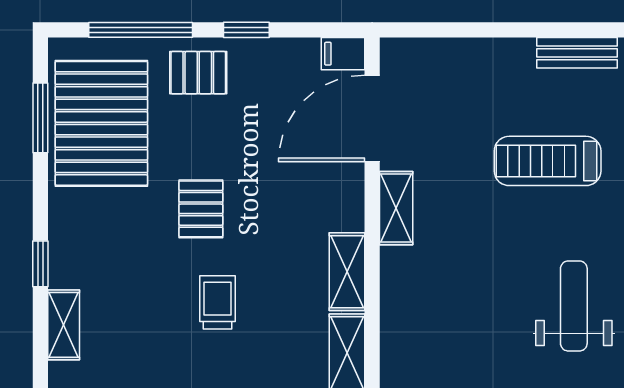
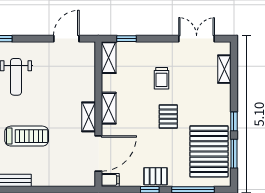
pallet: (198, 73) -> (155, 176), moved
window: (40, 264) -> (234, 121), moved
shelving: (347, 272) -> (109, 108), moved

